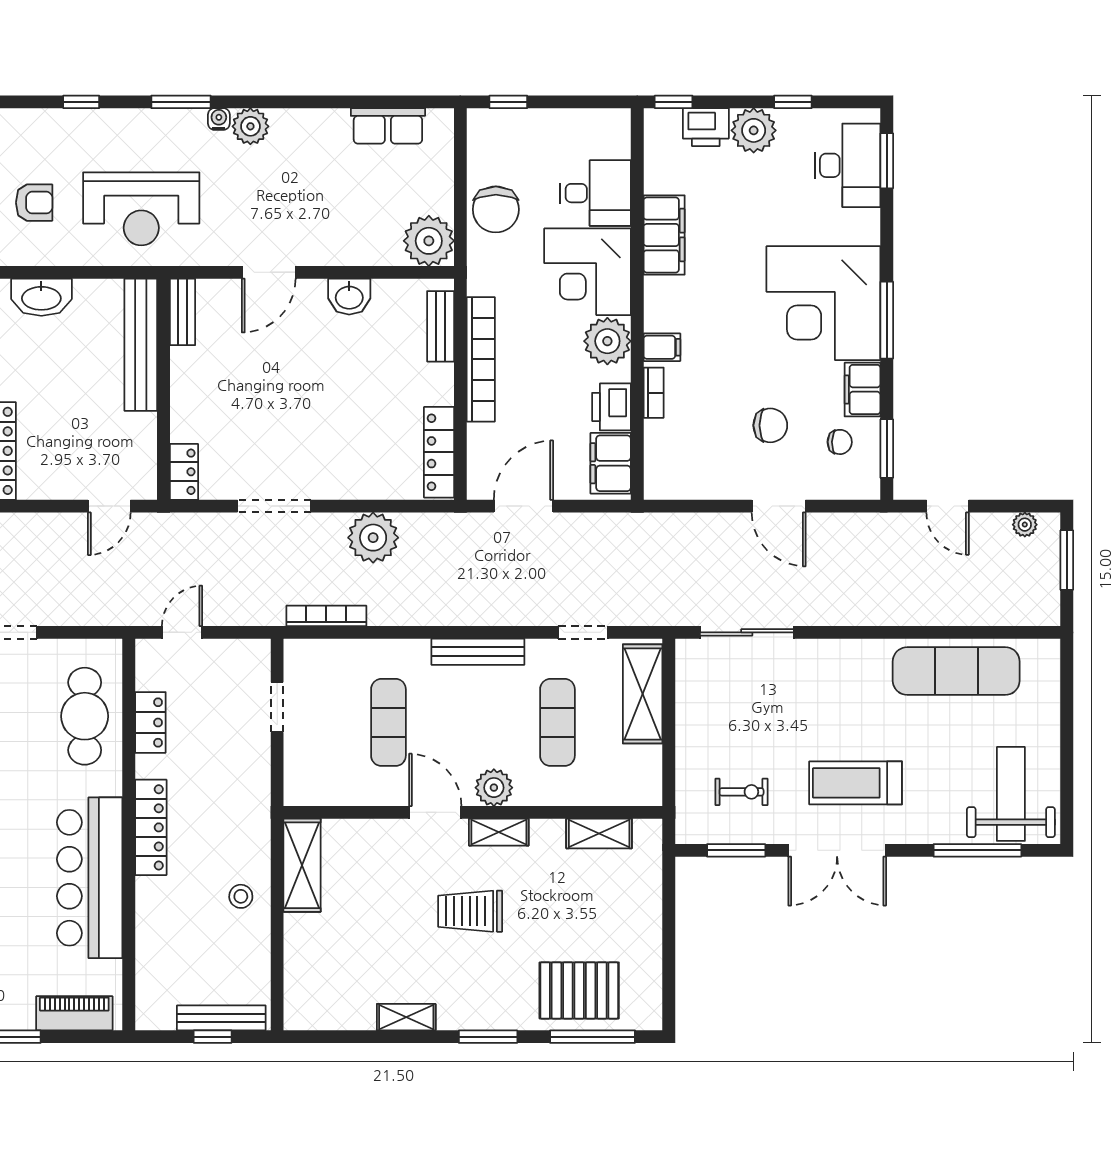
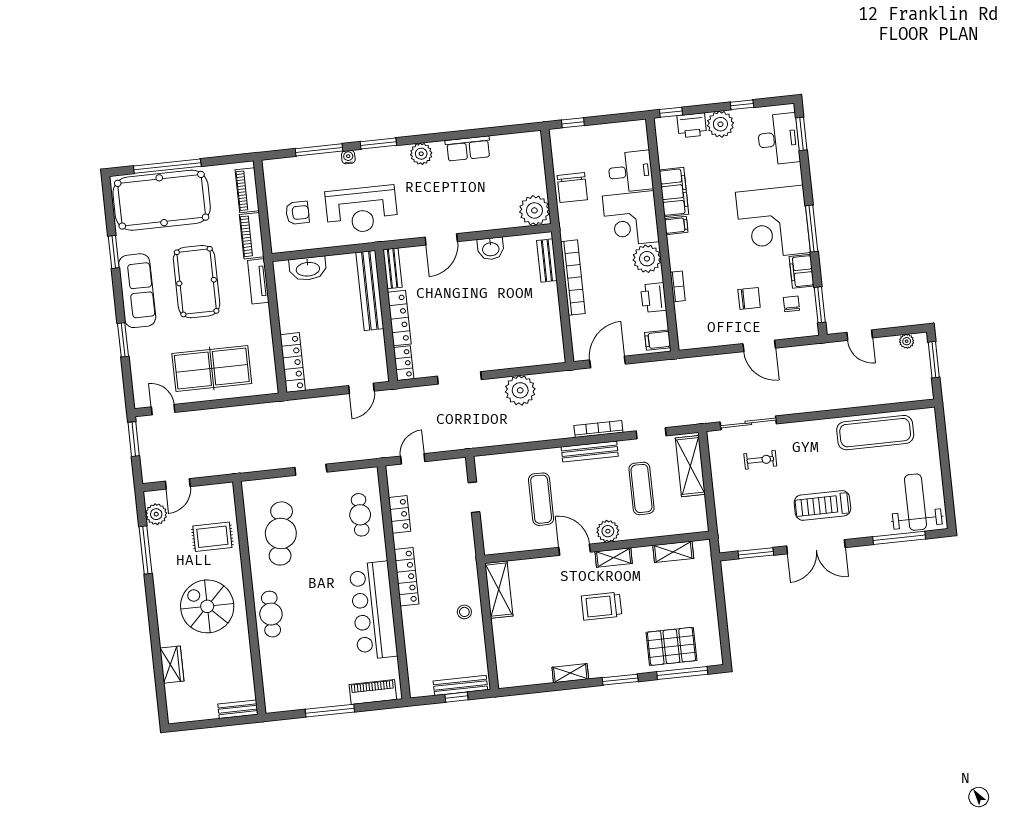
window: (81, 102) -> (319, 150), width x2.17
water cooler: (219, 119) -> (348, 157), moved
row of seats: (388, 126) -> (468, 148), moved
filing cabinet: (662, 347) -> (676, 225), moved
chair: (840, 442) -> (791, 304), turned -91
locker: (439, 452) -> (399, 318), moved, turned 180
filing cabinet: (611, 463) -> (658, 340), width x0.50
bookcase: (326, 616) -> (598, 429), moved
cafe table: (85, 716) -> (360, 515), width x0.73, depth x0.74
exercise bike: (742, 792) -> (760, 460), moved

